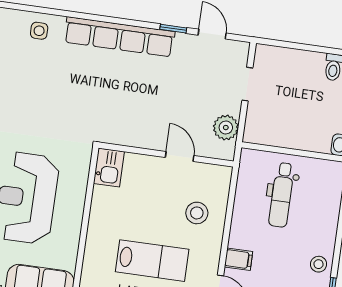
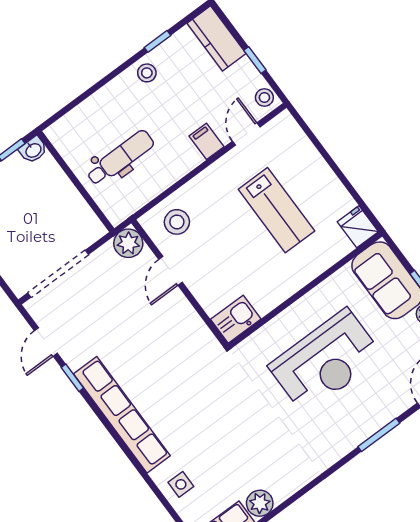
doorway: (247, 84) -> (58, 274), width x1.88
plant: (226, 128) -> (128, 243), moved
stool: (197, 213) -> (177, 222), moved
lab bench: (152, 261) -> (276, 210), turned 180

